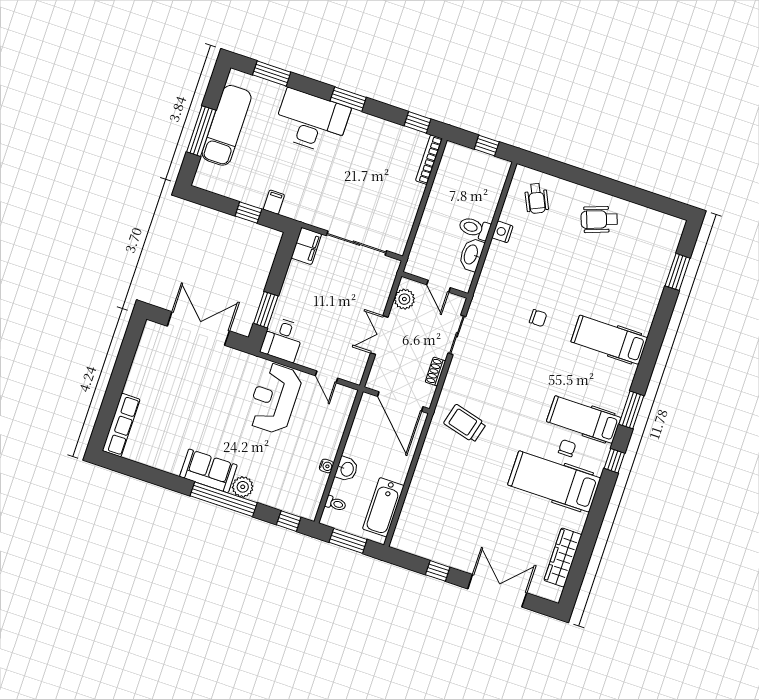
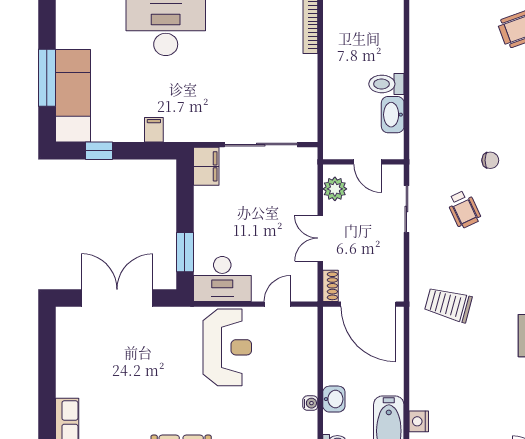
exam couch: (227, 125) -> (73, 96), moved
wheelchair: (537, 198) -> (464, 209), moved
window: (248, 213) -> (99, 151), moved
nightstand: (502, 232) -> (419, 421), moved
desk: (282, 339) -> (222, 279), width x1.37
shoe rack: (435, 371) -> (330, 286), moved, turned 180
door: (327, 377) -> (277, 304), swing flipped
reception desk: (274, 398) -> (227, 347), turned 180

